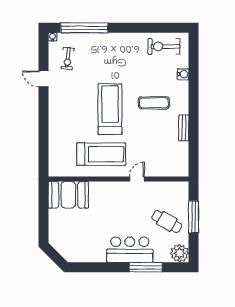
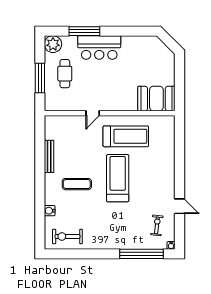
exercise bike: (164, 46) -> (67, 236), turned 180
treadmill: (110, 109) -> (118, 178), turned 180
bench: (184, 128) -> (49, 156), width x1.36
treadmill: (101, 154) -> (126, 136), turned 180
cafe table: (167, 222) -> (65, 74), turned 60

